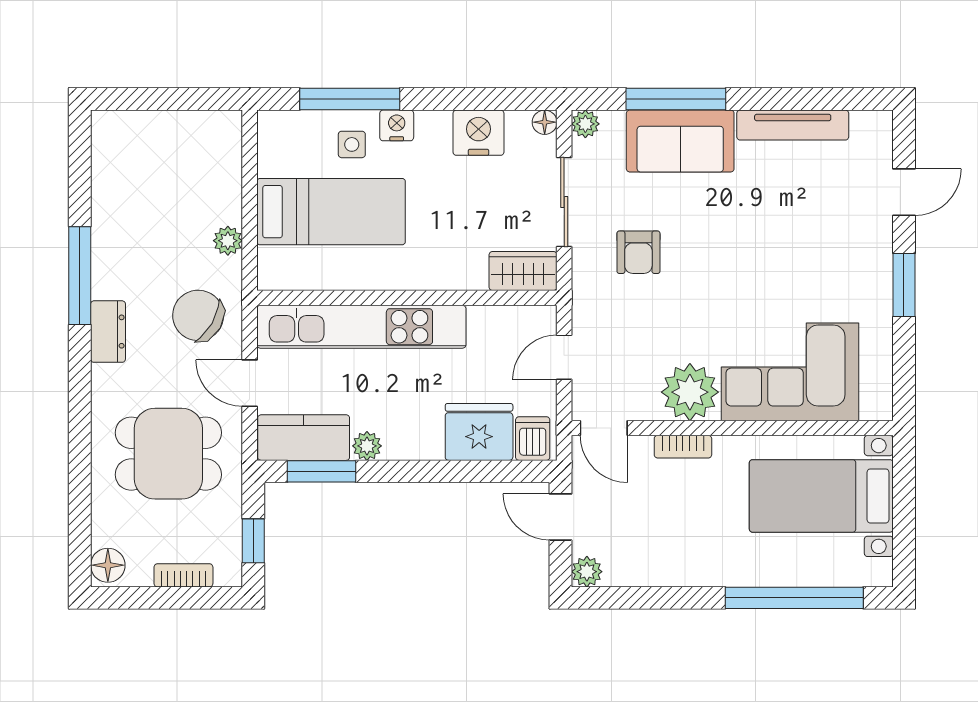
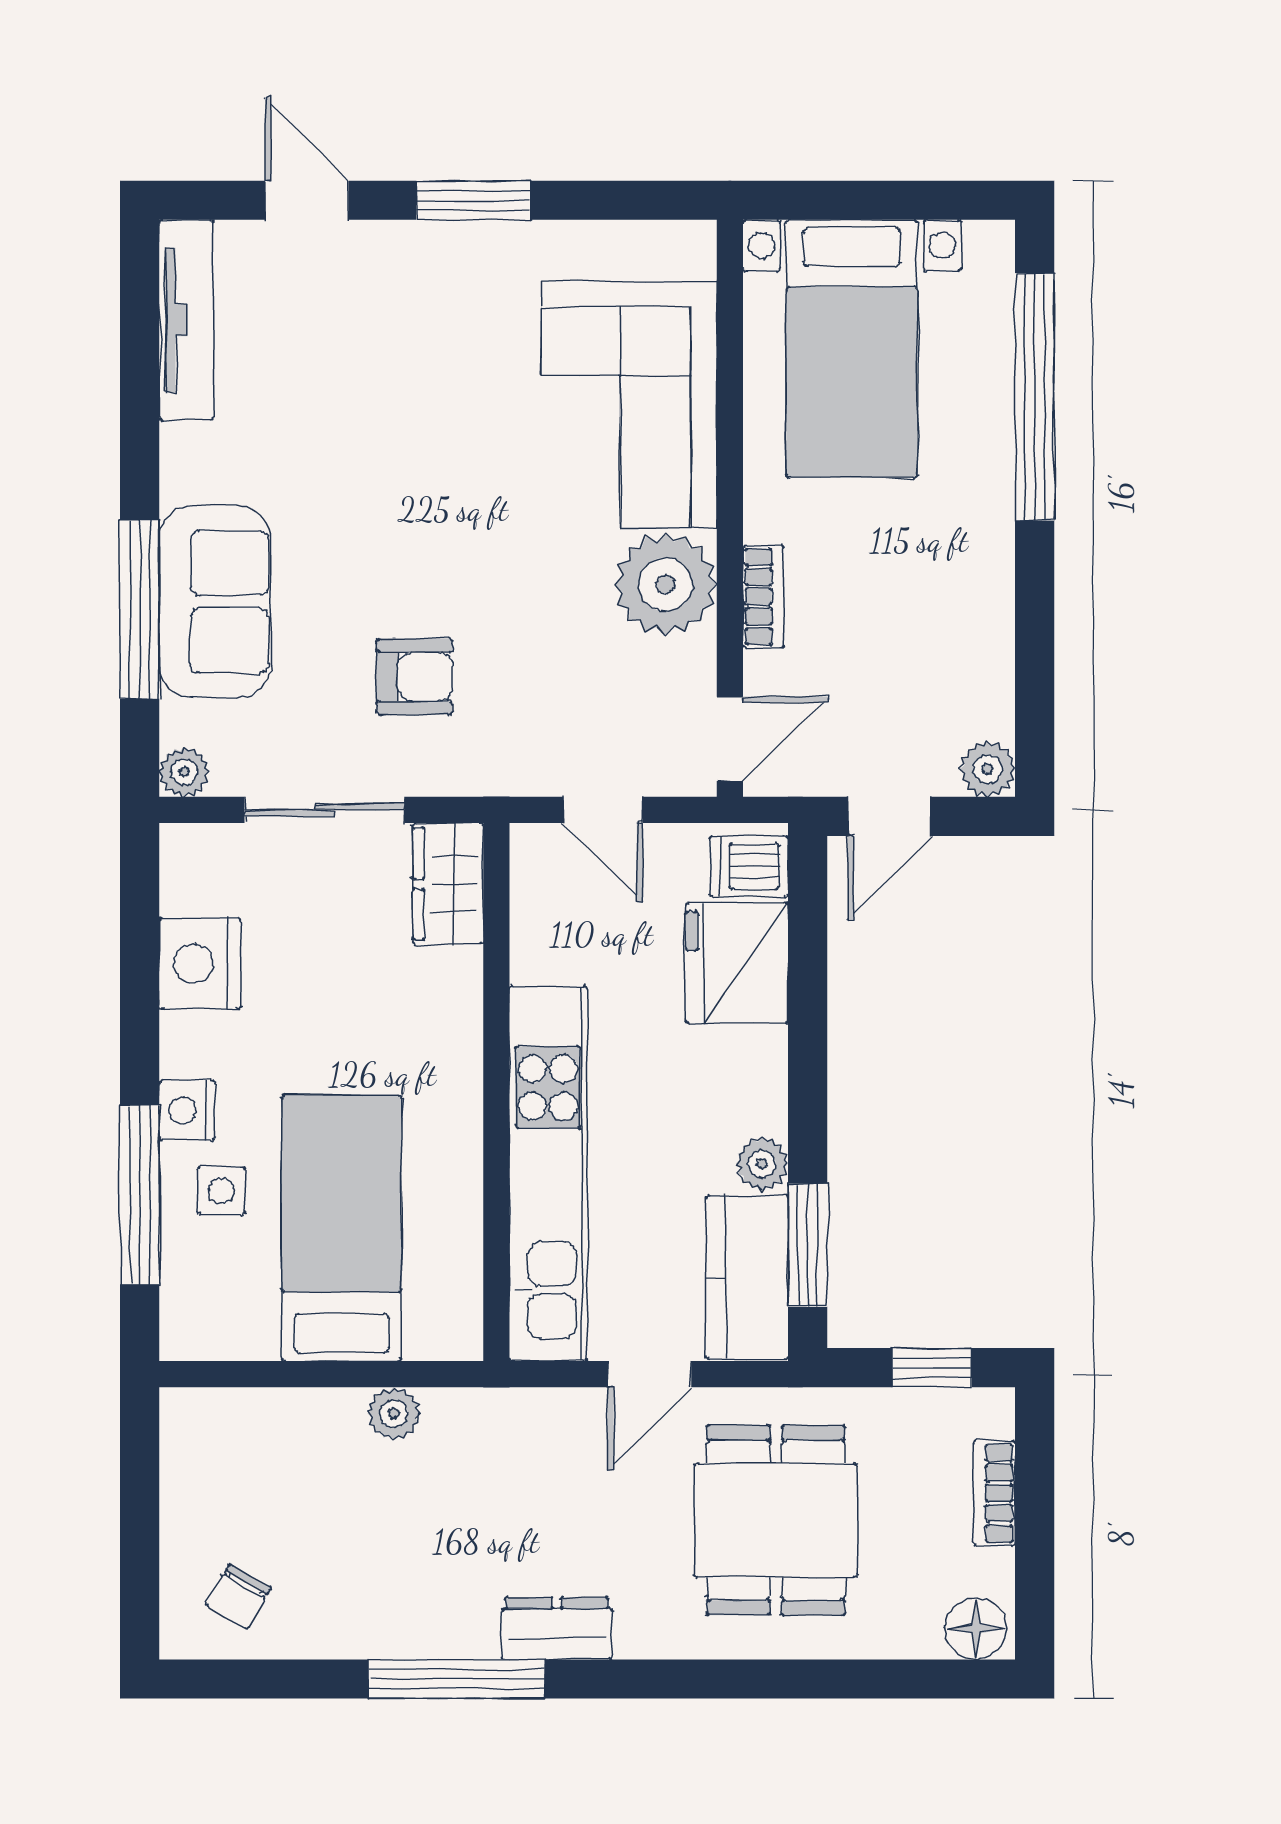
floor lamp: (545, 122) -> (181, 845), removed
tv unit: (793, 125) -> (186, 320), moved
chair: (198, 315) -> (238, 1597), moved, width x0.54, depth x0.54

